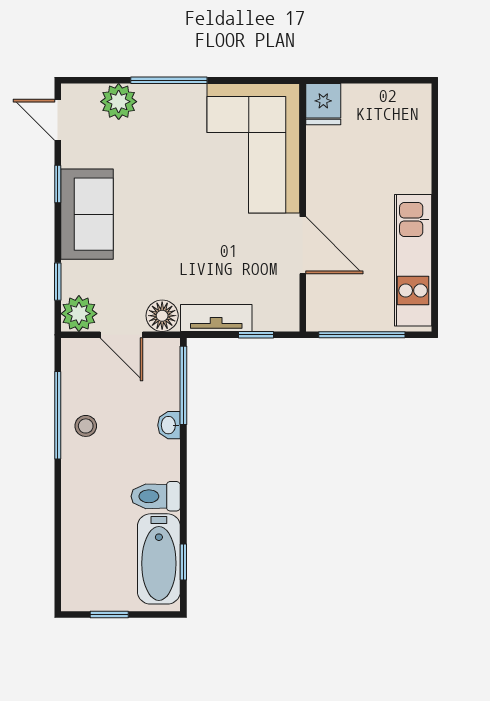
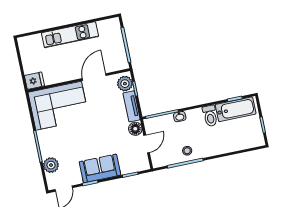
kitchen unit: (413, 260) -> (70, 35), moved
plant: (79, 314) -> (125, 84), moved

